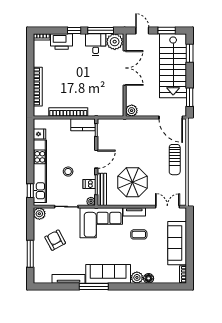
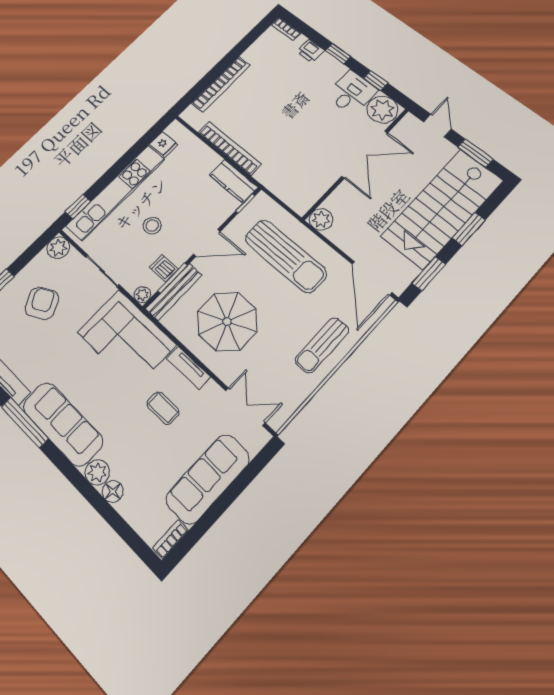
window: (101, 30) -> (376, 81), width x0.46
printer: (62, 41) -> (311, 51), width x0.53, depth x0.68
window: (190, 53) -> (469, 229), moved
sun lounger: (131, 137) -> (286, 256), added

